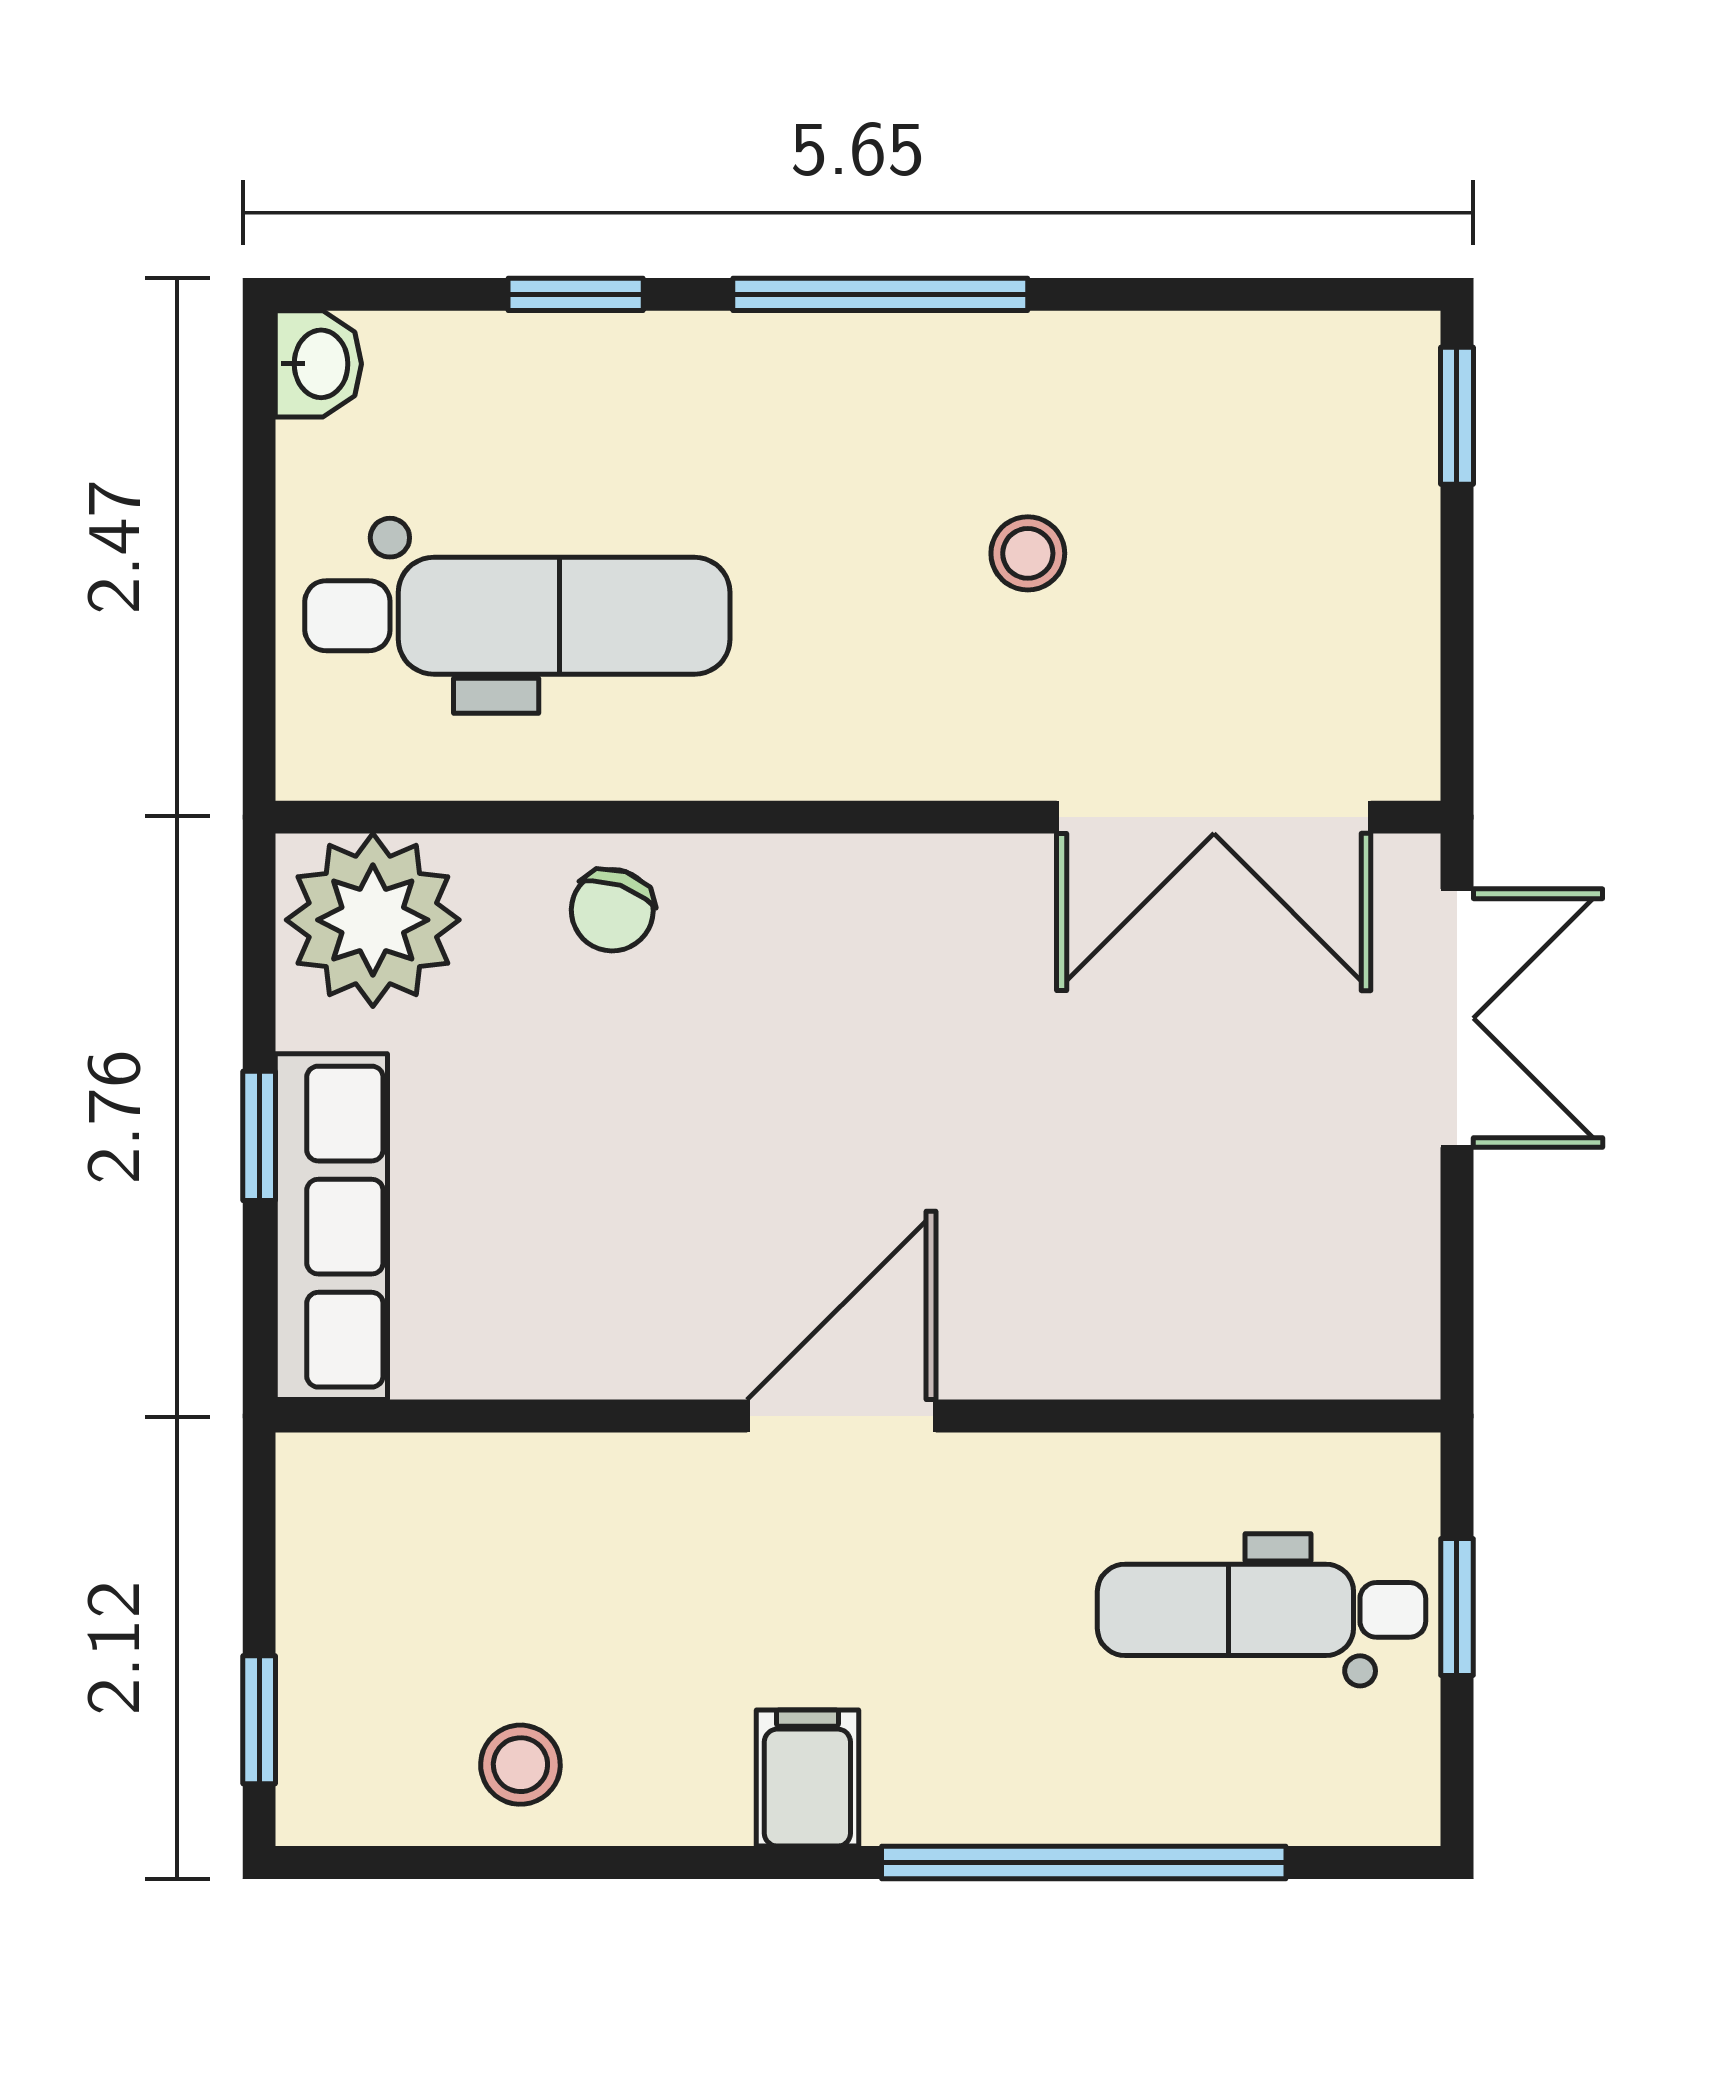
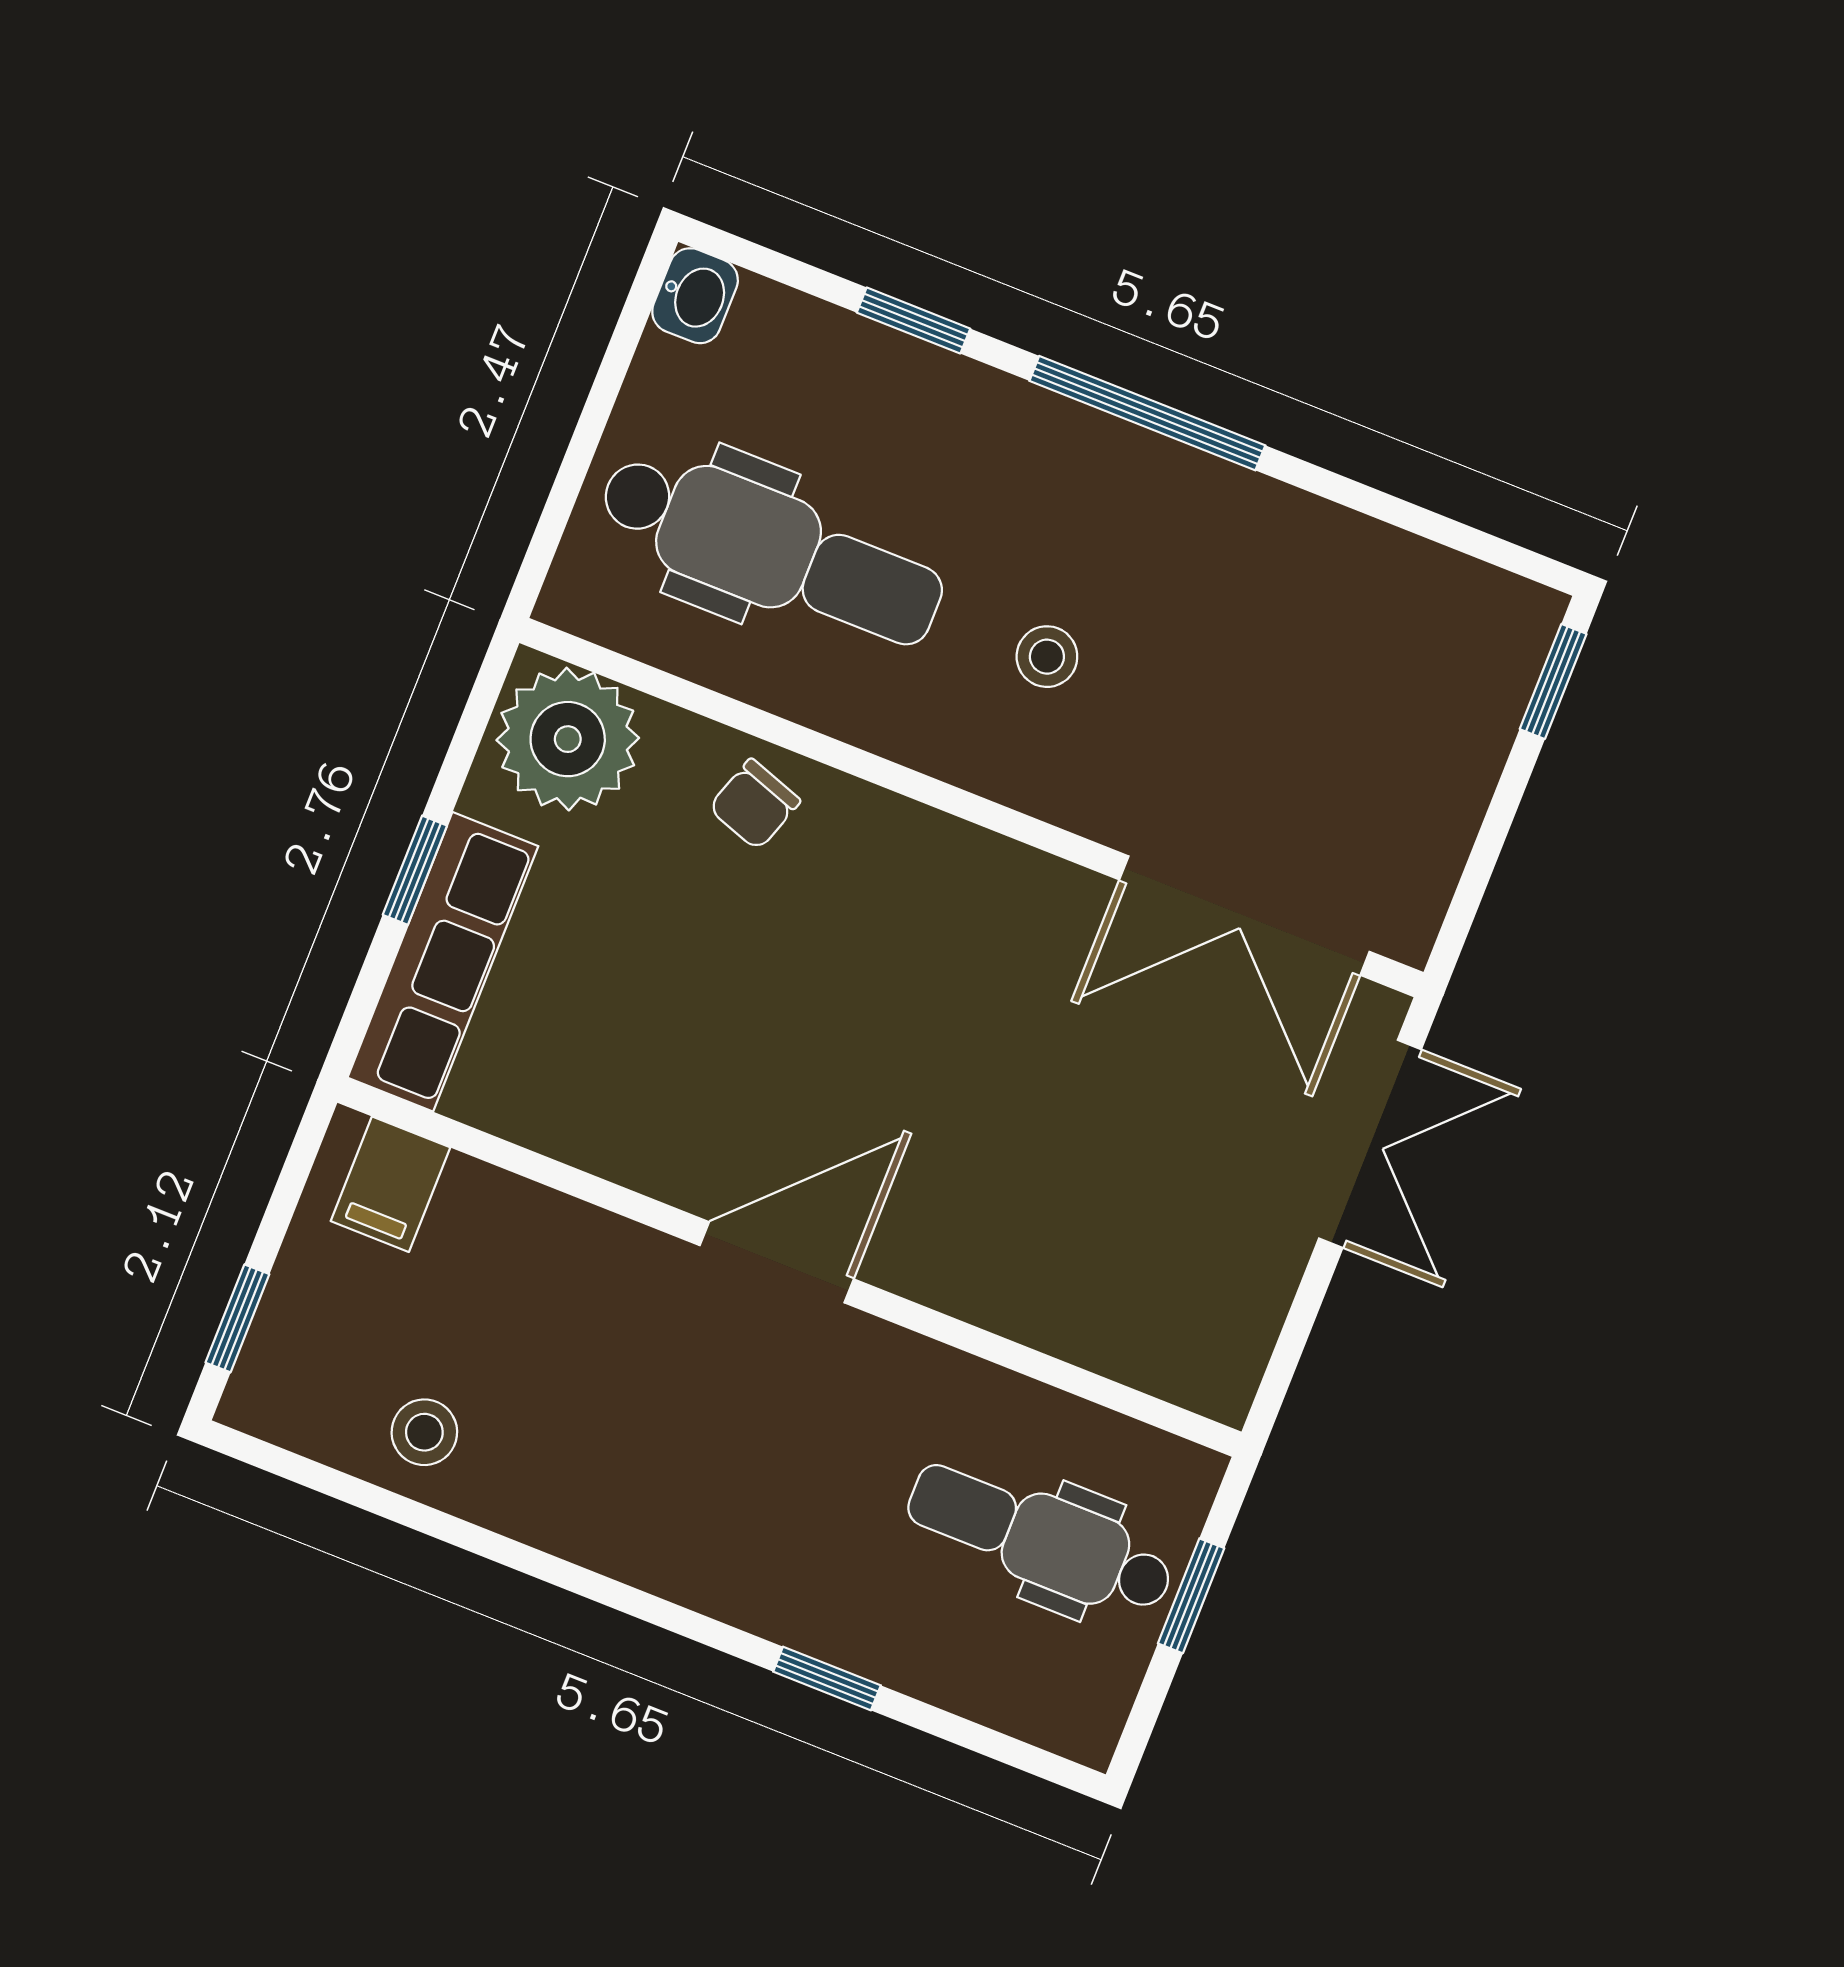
stool: (1028, 553) -> (1047, 657), moved
filing cabinet: (807, 1778) -> (390, 1184), moved, turned 180
window: (1084, 1862) -> (827, 1678), width x0.32

